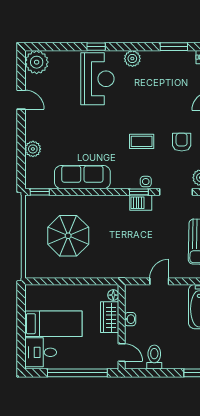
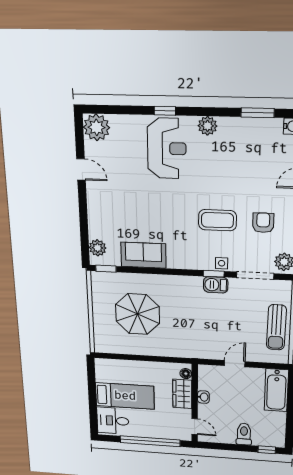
coffee table: (142, 141) -> (217, 220), width x1.36, depth x1.30
plant: (33, 149) -> (98, 248), moved
sofa: (82, 177) -> (143, 255), width x0.73
toilet: (154, 357) -> (244, 434), moved

